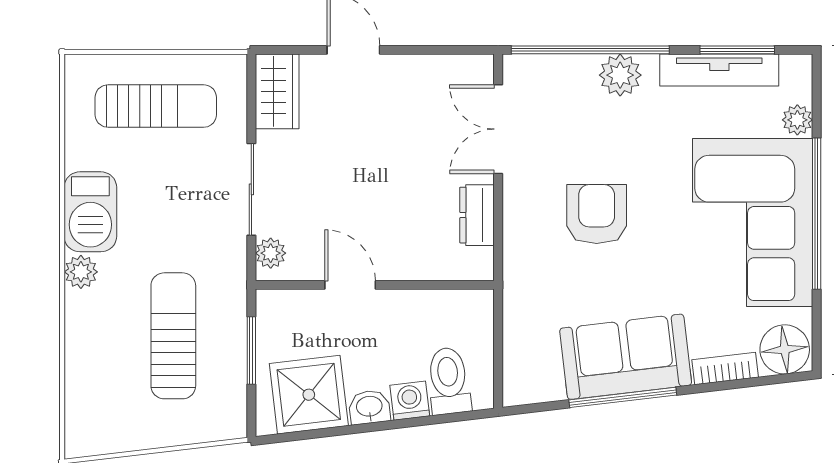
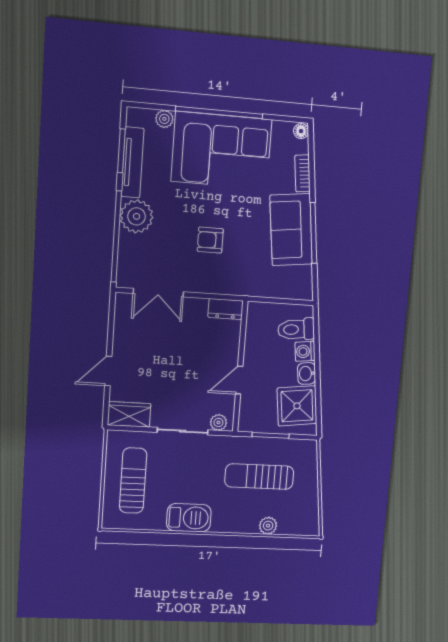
plant: (620, 75) -> (137, 216), width x1.36, depth x1.36
armchair: (597, 214) -> (210, 240), width x0.72, depth x0.72
dresser: (477, 215) -> (226, 309), moved
plant: (81, 272) -> (268, 526), moved
floor lamp: (785, 349) -> (301, 131), width x0.53, depth x0.53

